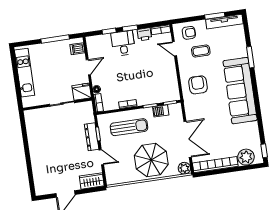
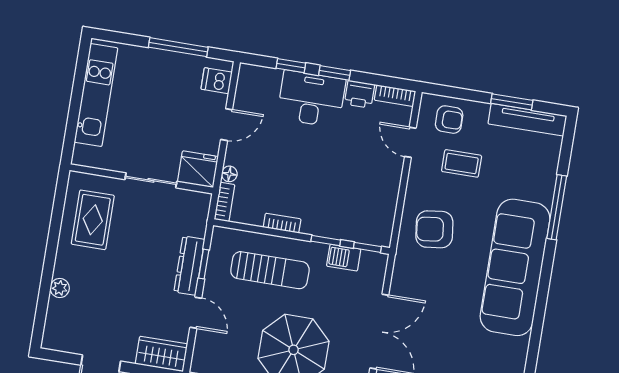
desk: (123, 43) -> (311, 99), width x1.37
window: (250, 57) -> (557, 207), width x1.44
armchair: (198, 85) -> (434, 229), turned -97
rug: (41, 130) -> (93, 220), added
plant: (36, 166) -> (60, 288), added

